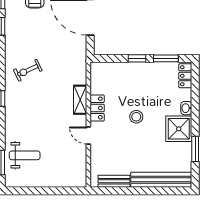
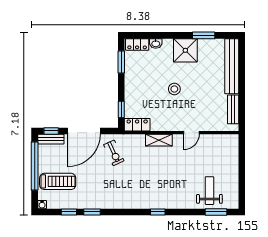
window: (137, 58) -> (121, 110), moved
exercise bike: (28, 70) -> (114, 153), moved
locker: (97, 108) -> (137, 125), moved
washbasin: (186, 108) -> (156, 43), moved

